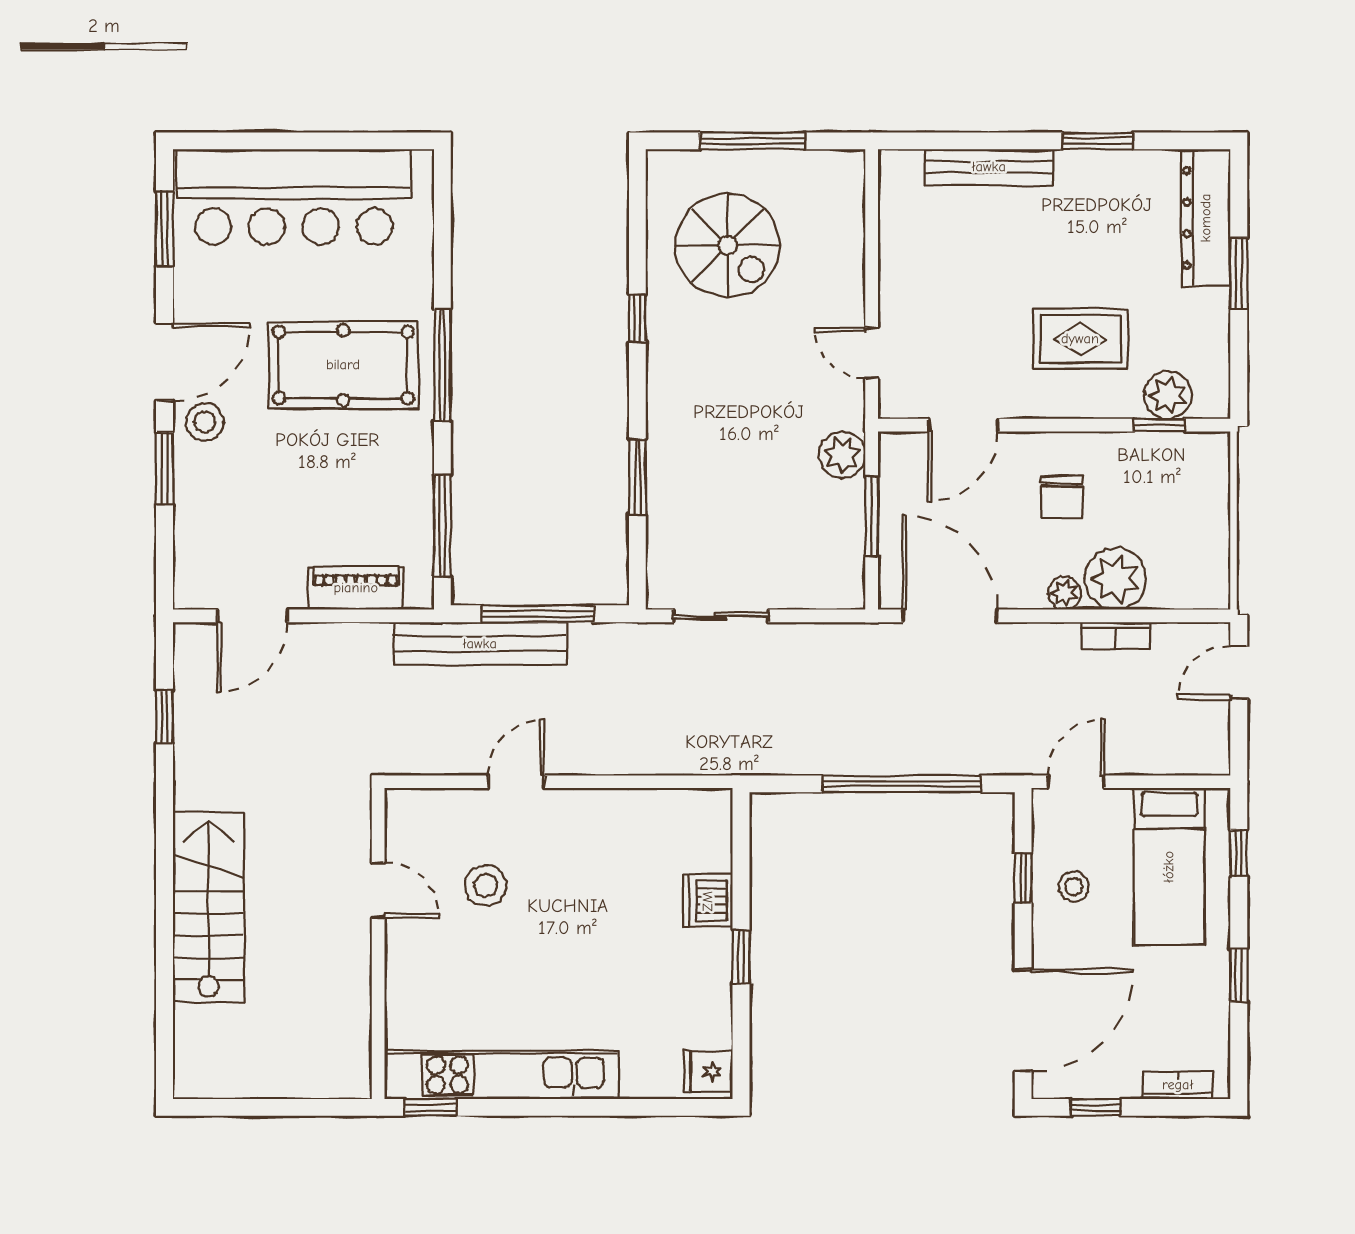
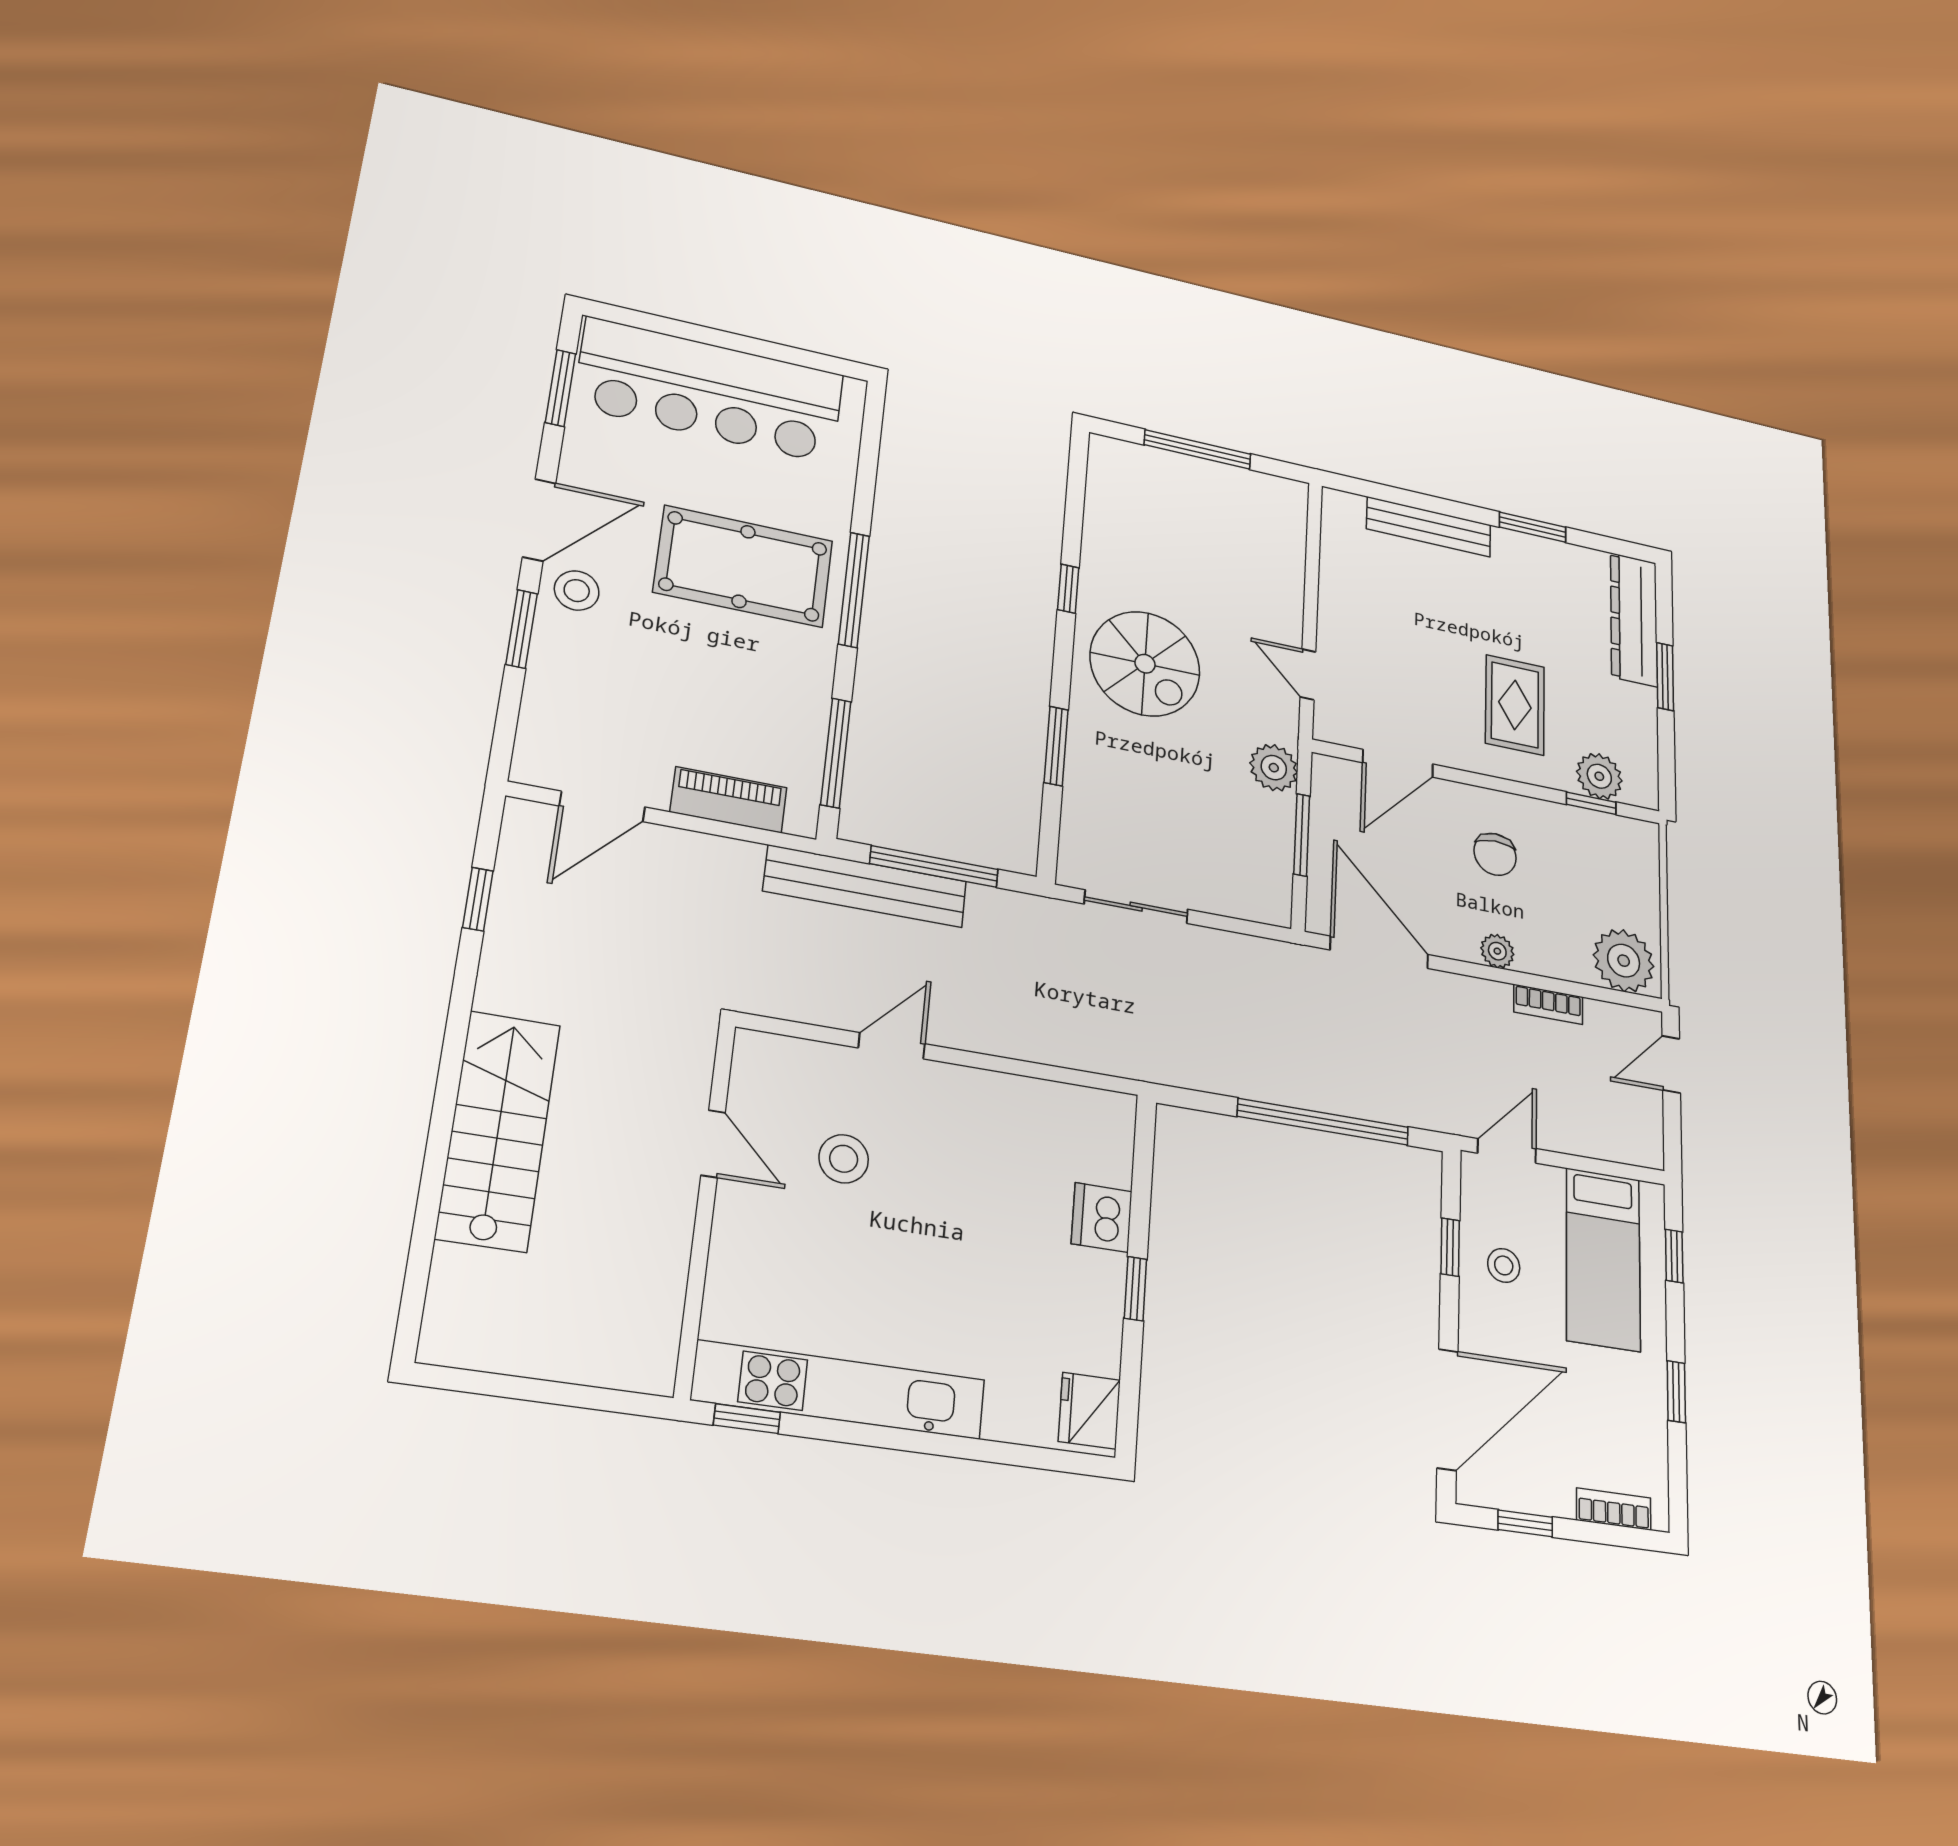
spiral stairs: (728, 245) -> (1145, 664), moved
rug: (1080, 339) -> (1515, 705), turned 90
plant: (1116, 579) -> (1624, 961), moved
fridge: (708, 1072) -> (1089, 1411), width x1.38

